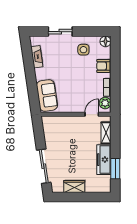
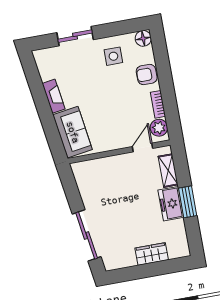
fireplace: (37, 57) -> (54, 96), moved
freezer: (104, 160) -> (171, 204), width x0.71
window: (115, 169) -> (188, 202), moved
wardrobe: (74, 187) -> (152, 254), moved

